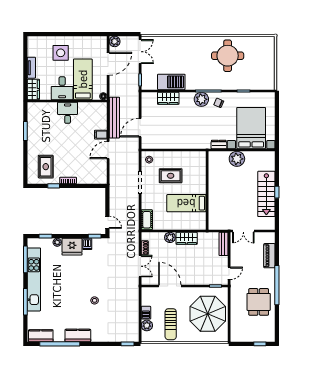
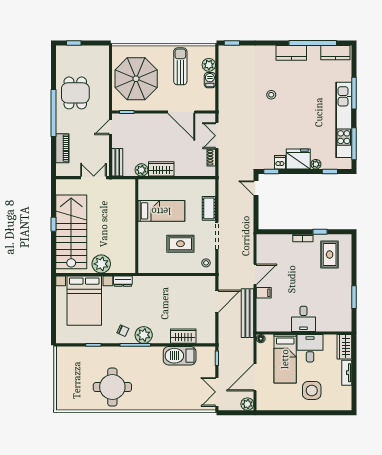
stairs: (266, 194) -> (71, 232), width x1.36, depth x1.51
cot: (147, 220) -> (209, 208), moved
plant: (170, 237) -> (141, 170), moved

